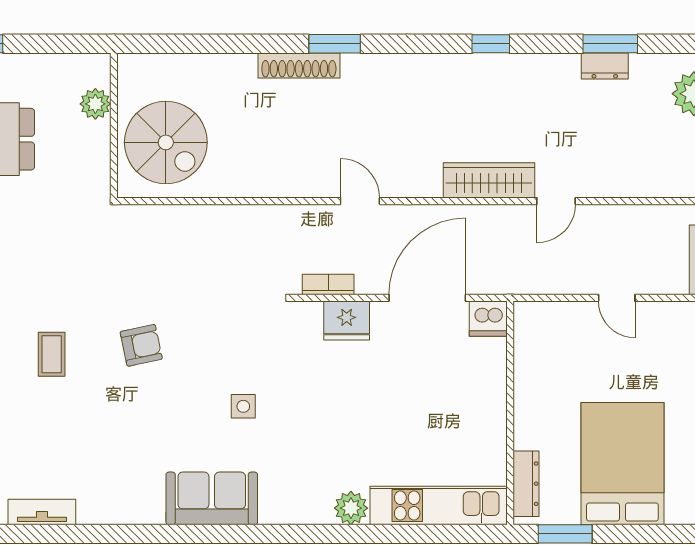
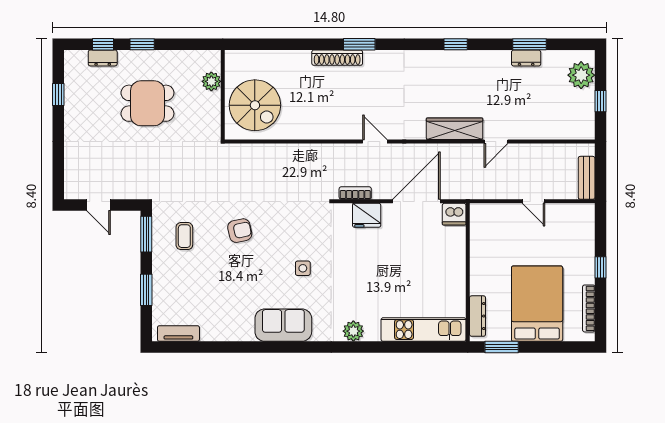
plant: (351, 508) -> (353, 331), moved

